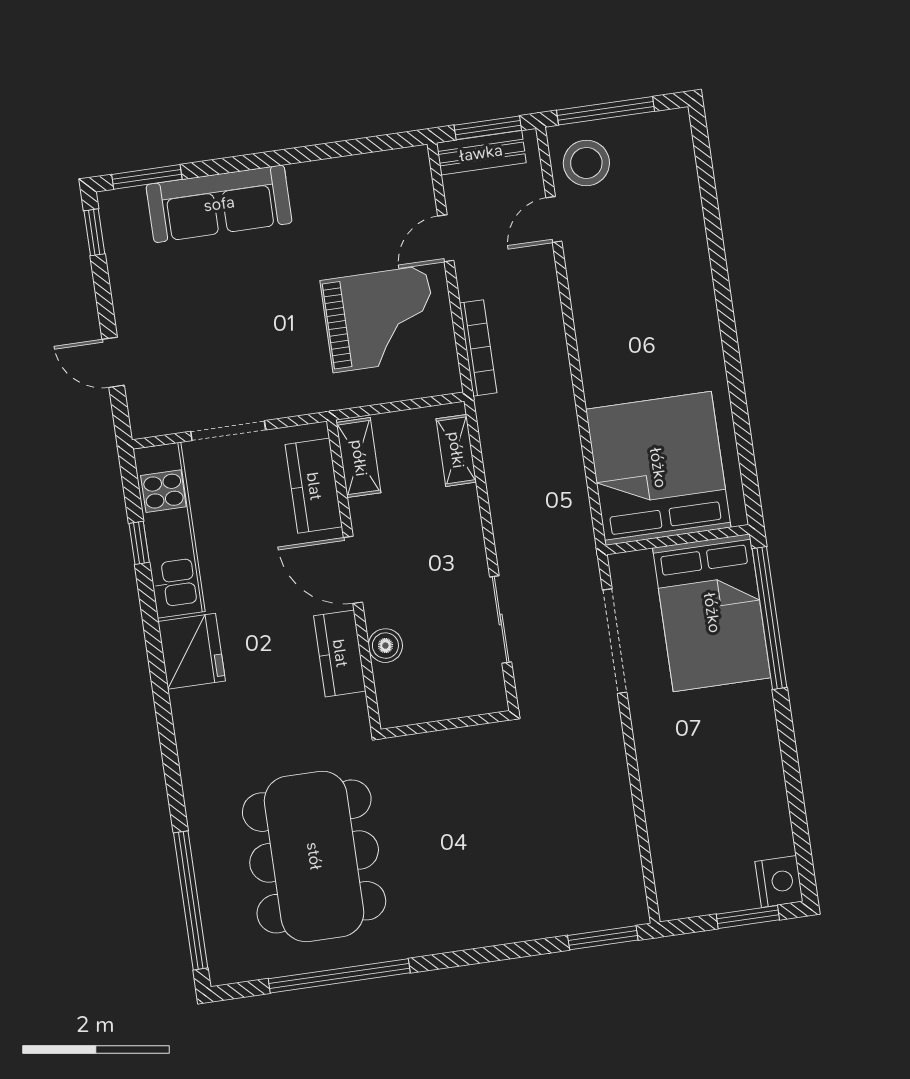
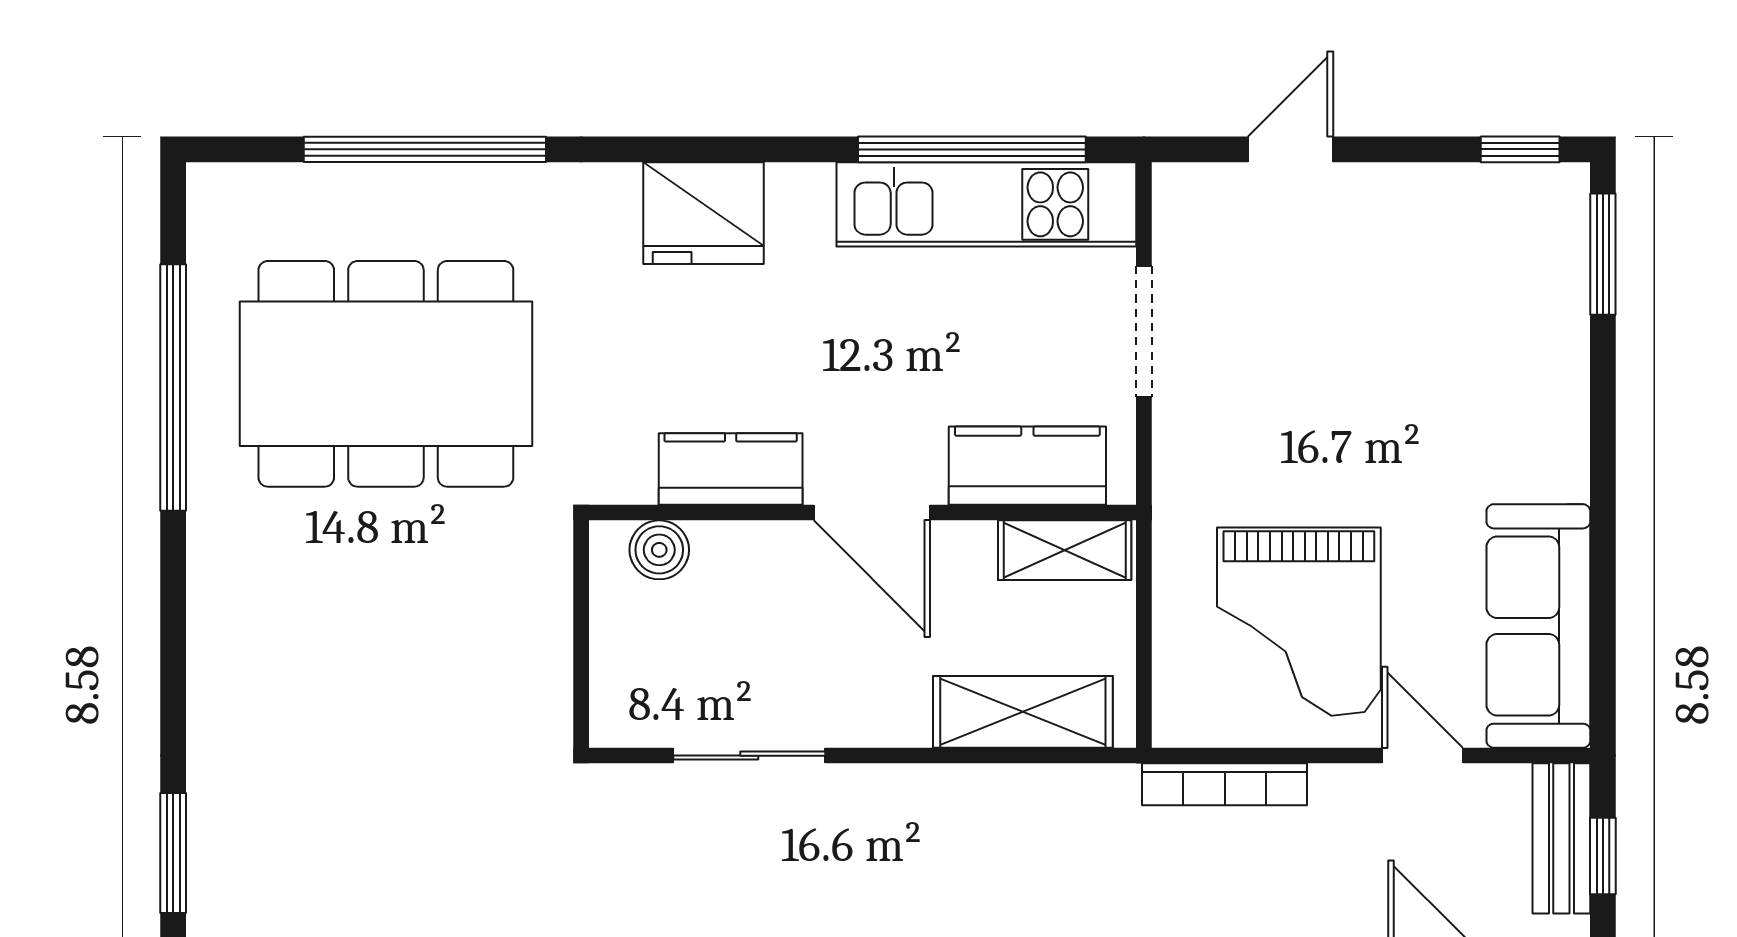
window: (488, 128) -> (1603, 856), width x0.67
sofa: (219, 204) -> (1538, 626), moved
shelving: (456, 450) -> (1023, 712), width x1.50, depth x1.33
window: (139, 543) -> (972, 149), width x3.17
door: (353, 570) -> (872, 513), swing flipped
boiler: (385, 646) -> (659, 550), moved
fridge: (192, 651) -> (703, 213), moved
window: (191, 900) -> (425, 149), moved

